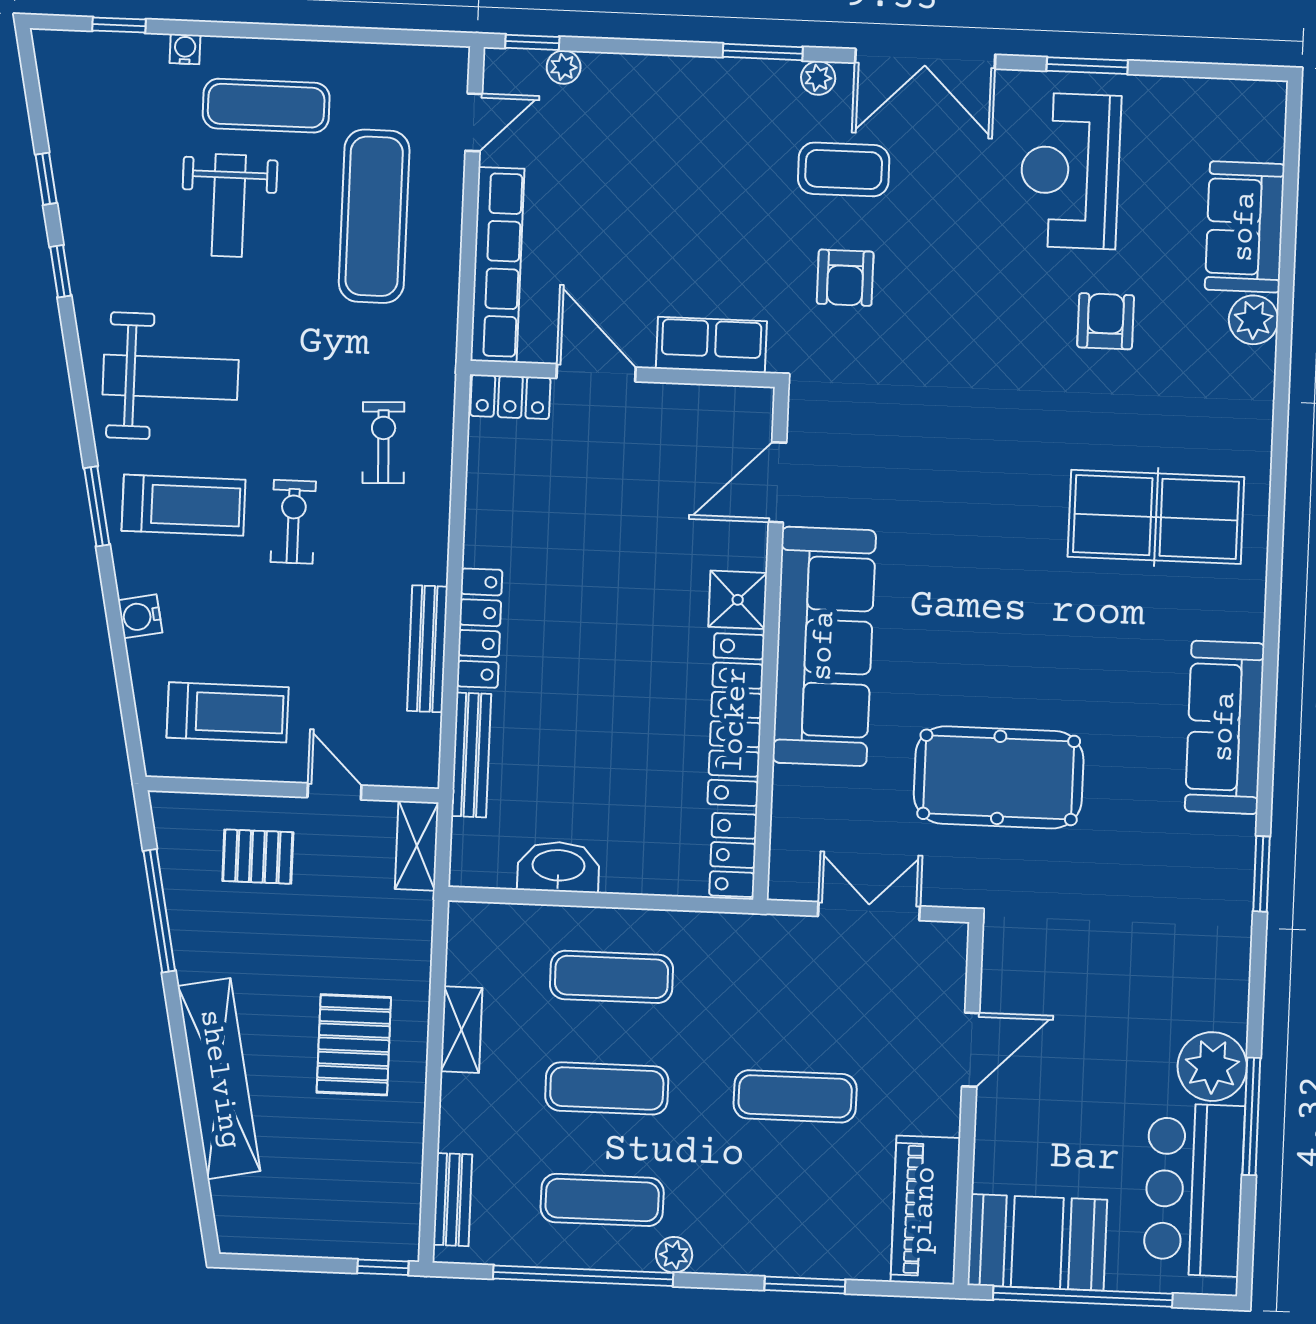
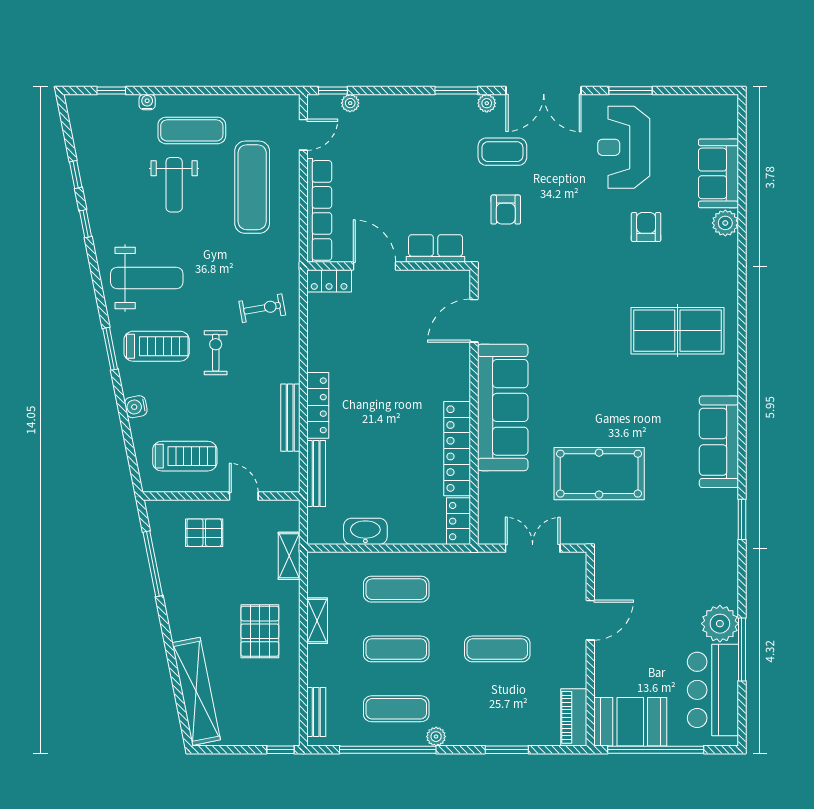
exercise bike: (383, 443) -> (262, 308), turned 82
shower: (738, 600) -> (455, 384), removed
shelving: (417, 846) -> (289, 556), moved
shelving: (219, 1079) -> (196, 691), moved
piano: (925, 1210) -> (574, 717), width x0.73, depth x0.75

